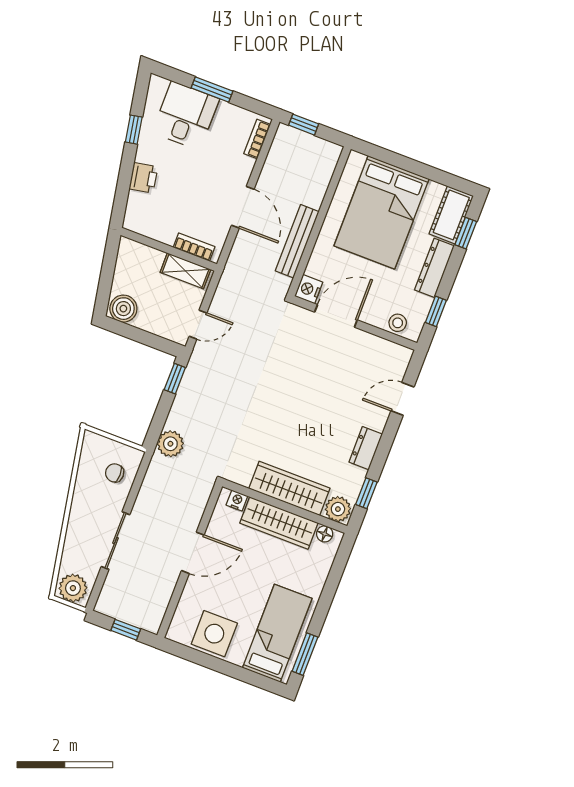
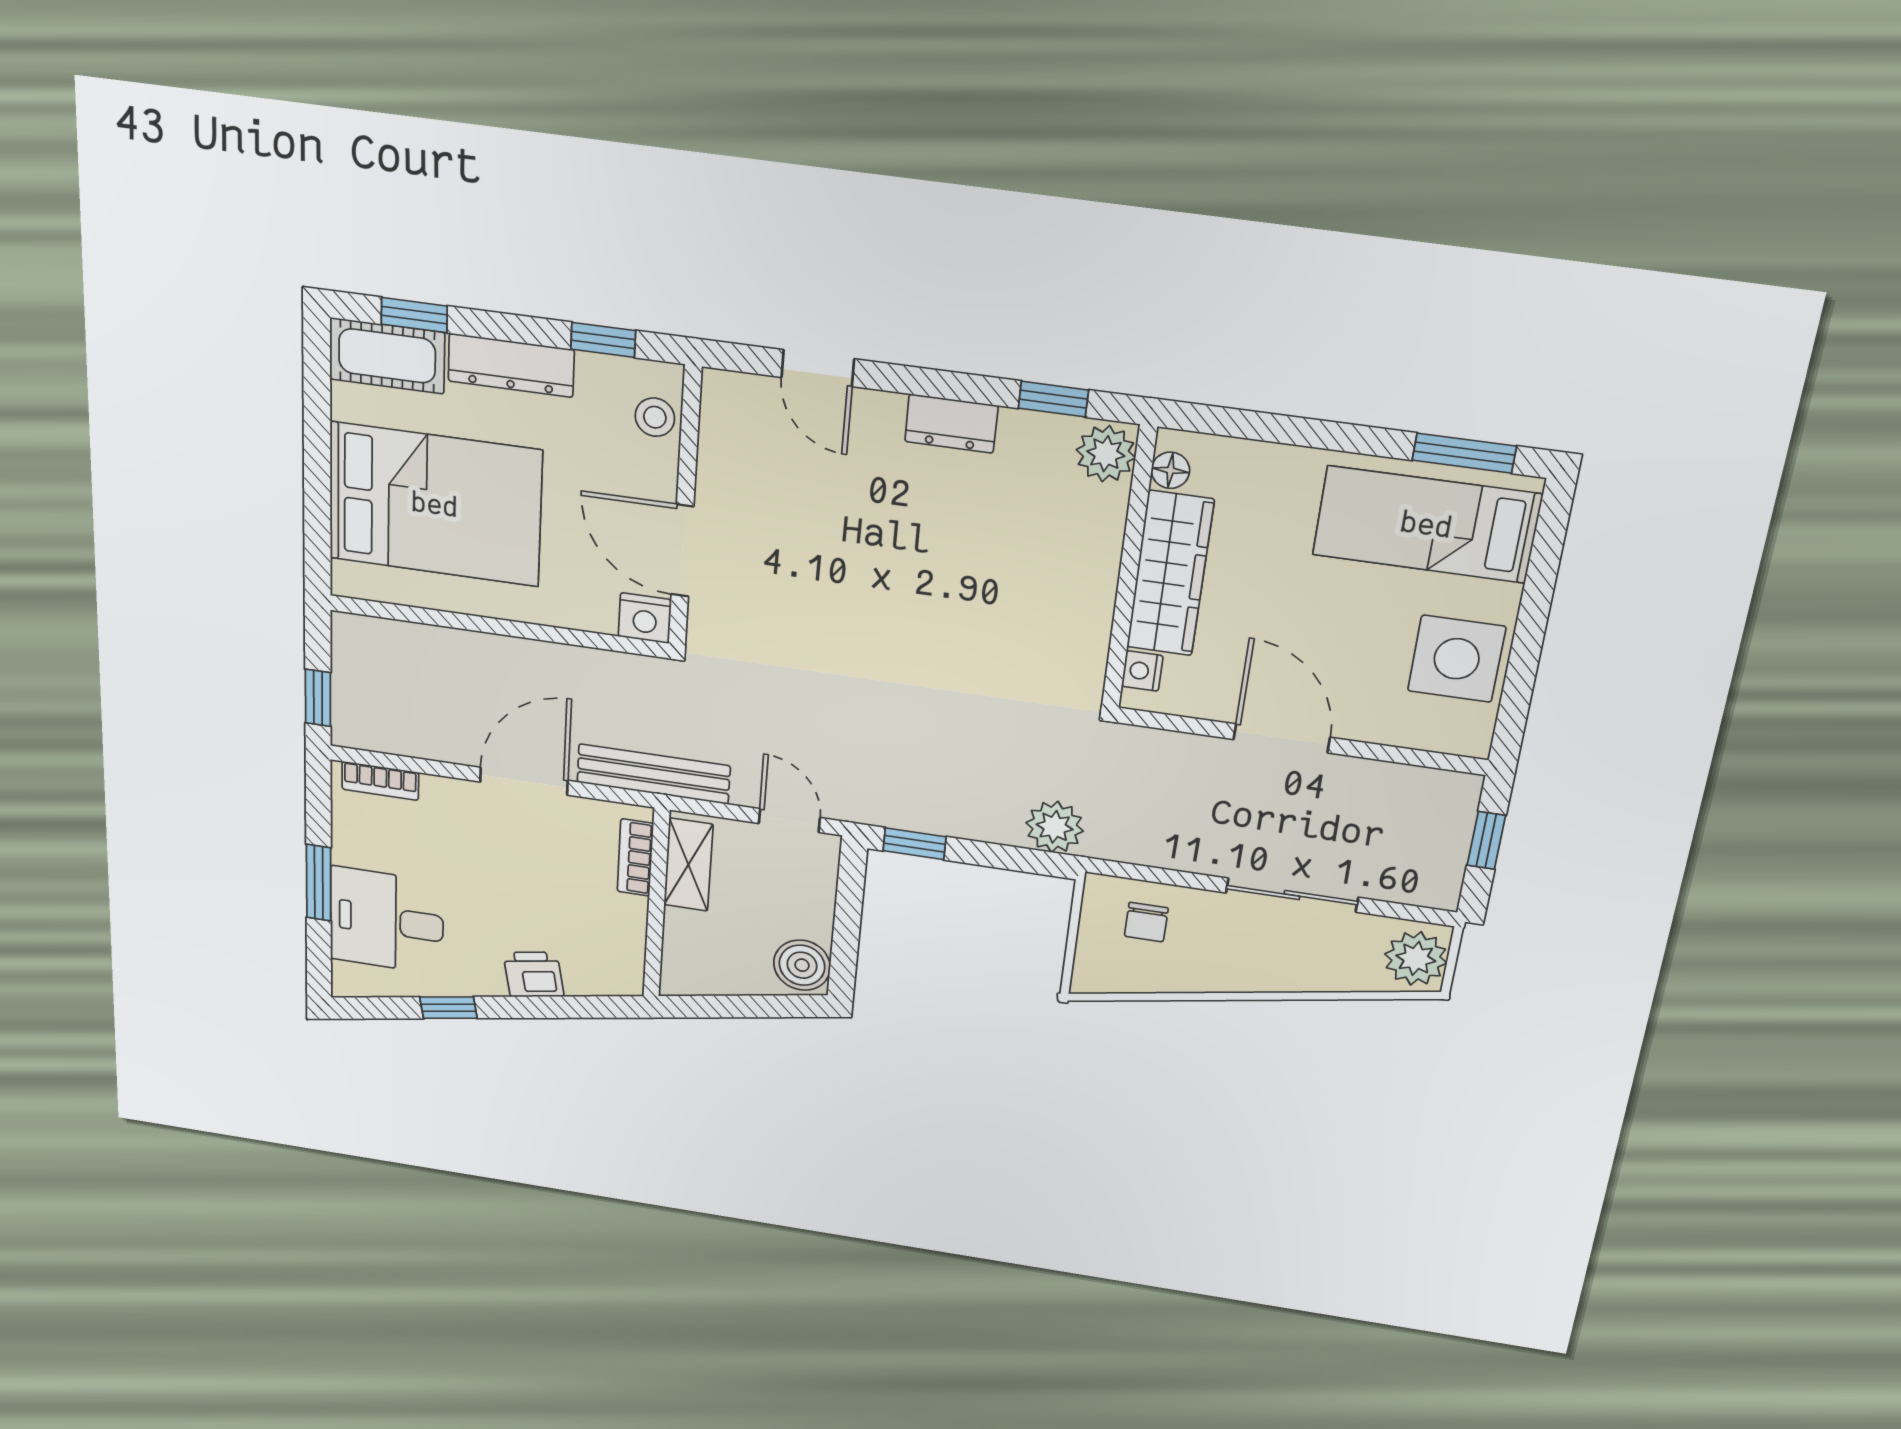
bench: (297, 241) -> (654, 774), moved
wardrobe: (289, 488) -> (1086, 568), removed

